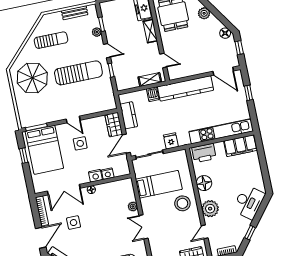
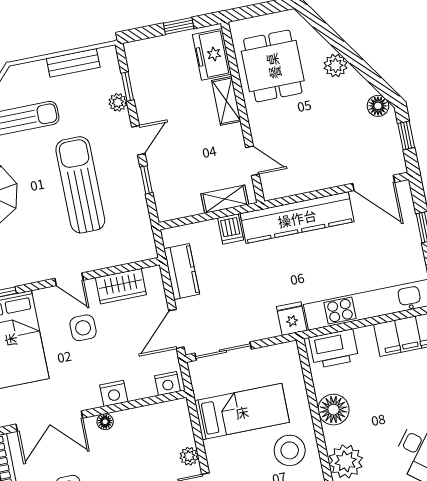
door: (107, 51) -> (138, 140), hinge flipped
sun lounger: (78, 73) -> (80, 185), turned -90
wardrobe: (114, 125) -> (121, 286), moved, turned -90
fridge: (171, 141) -> (292, 319), moved
nightstand: (108, 174) -> (168, 383), moved

